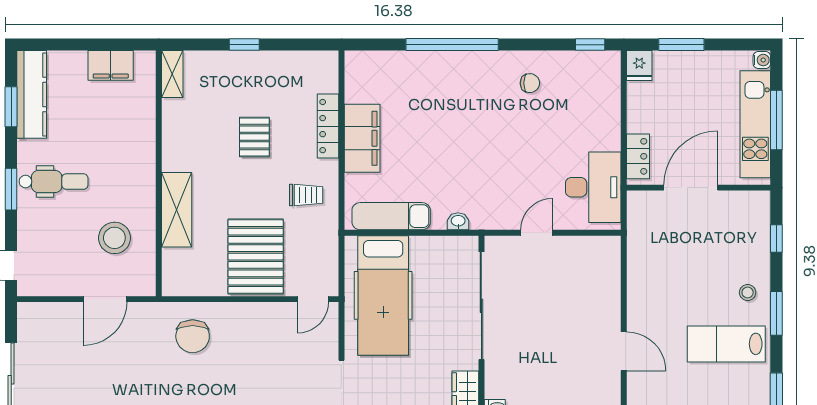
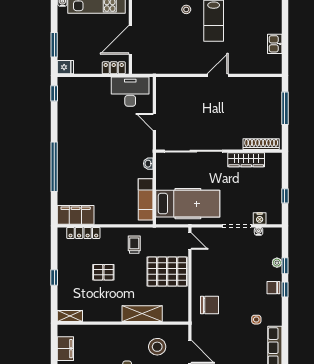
chair: (530, 83) -> (75, 125), removed
locker: (328, 126) -> (83, 233), moved
filing cabinet: (362, 138) -> (76, 215), moved
door: (691, 188) -> (130, 40), hinge flipped

